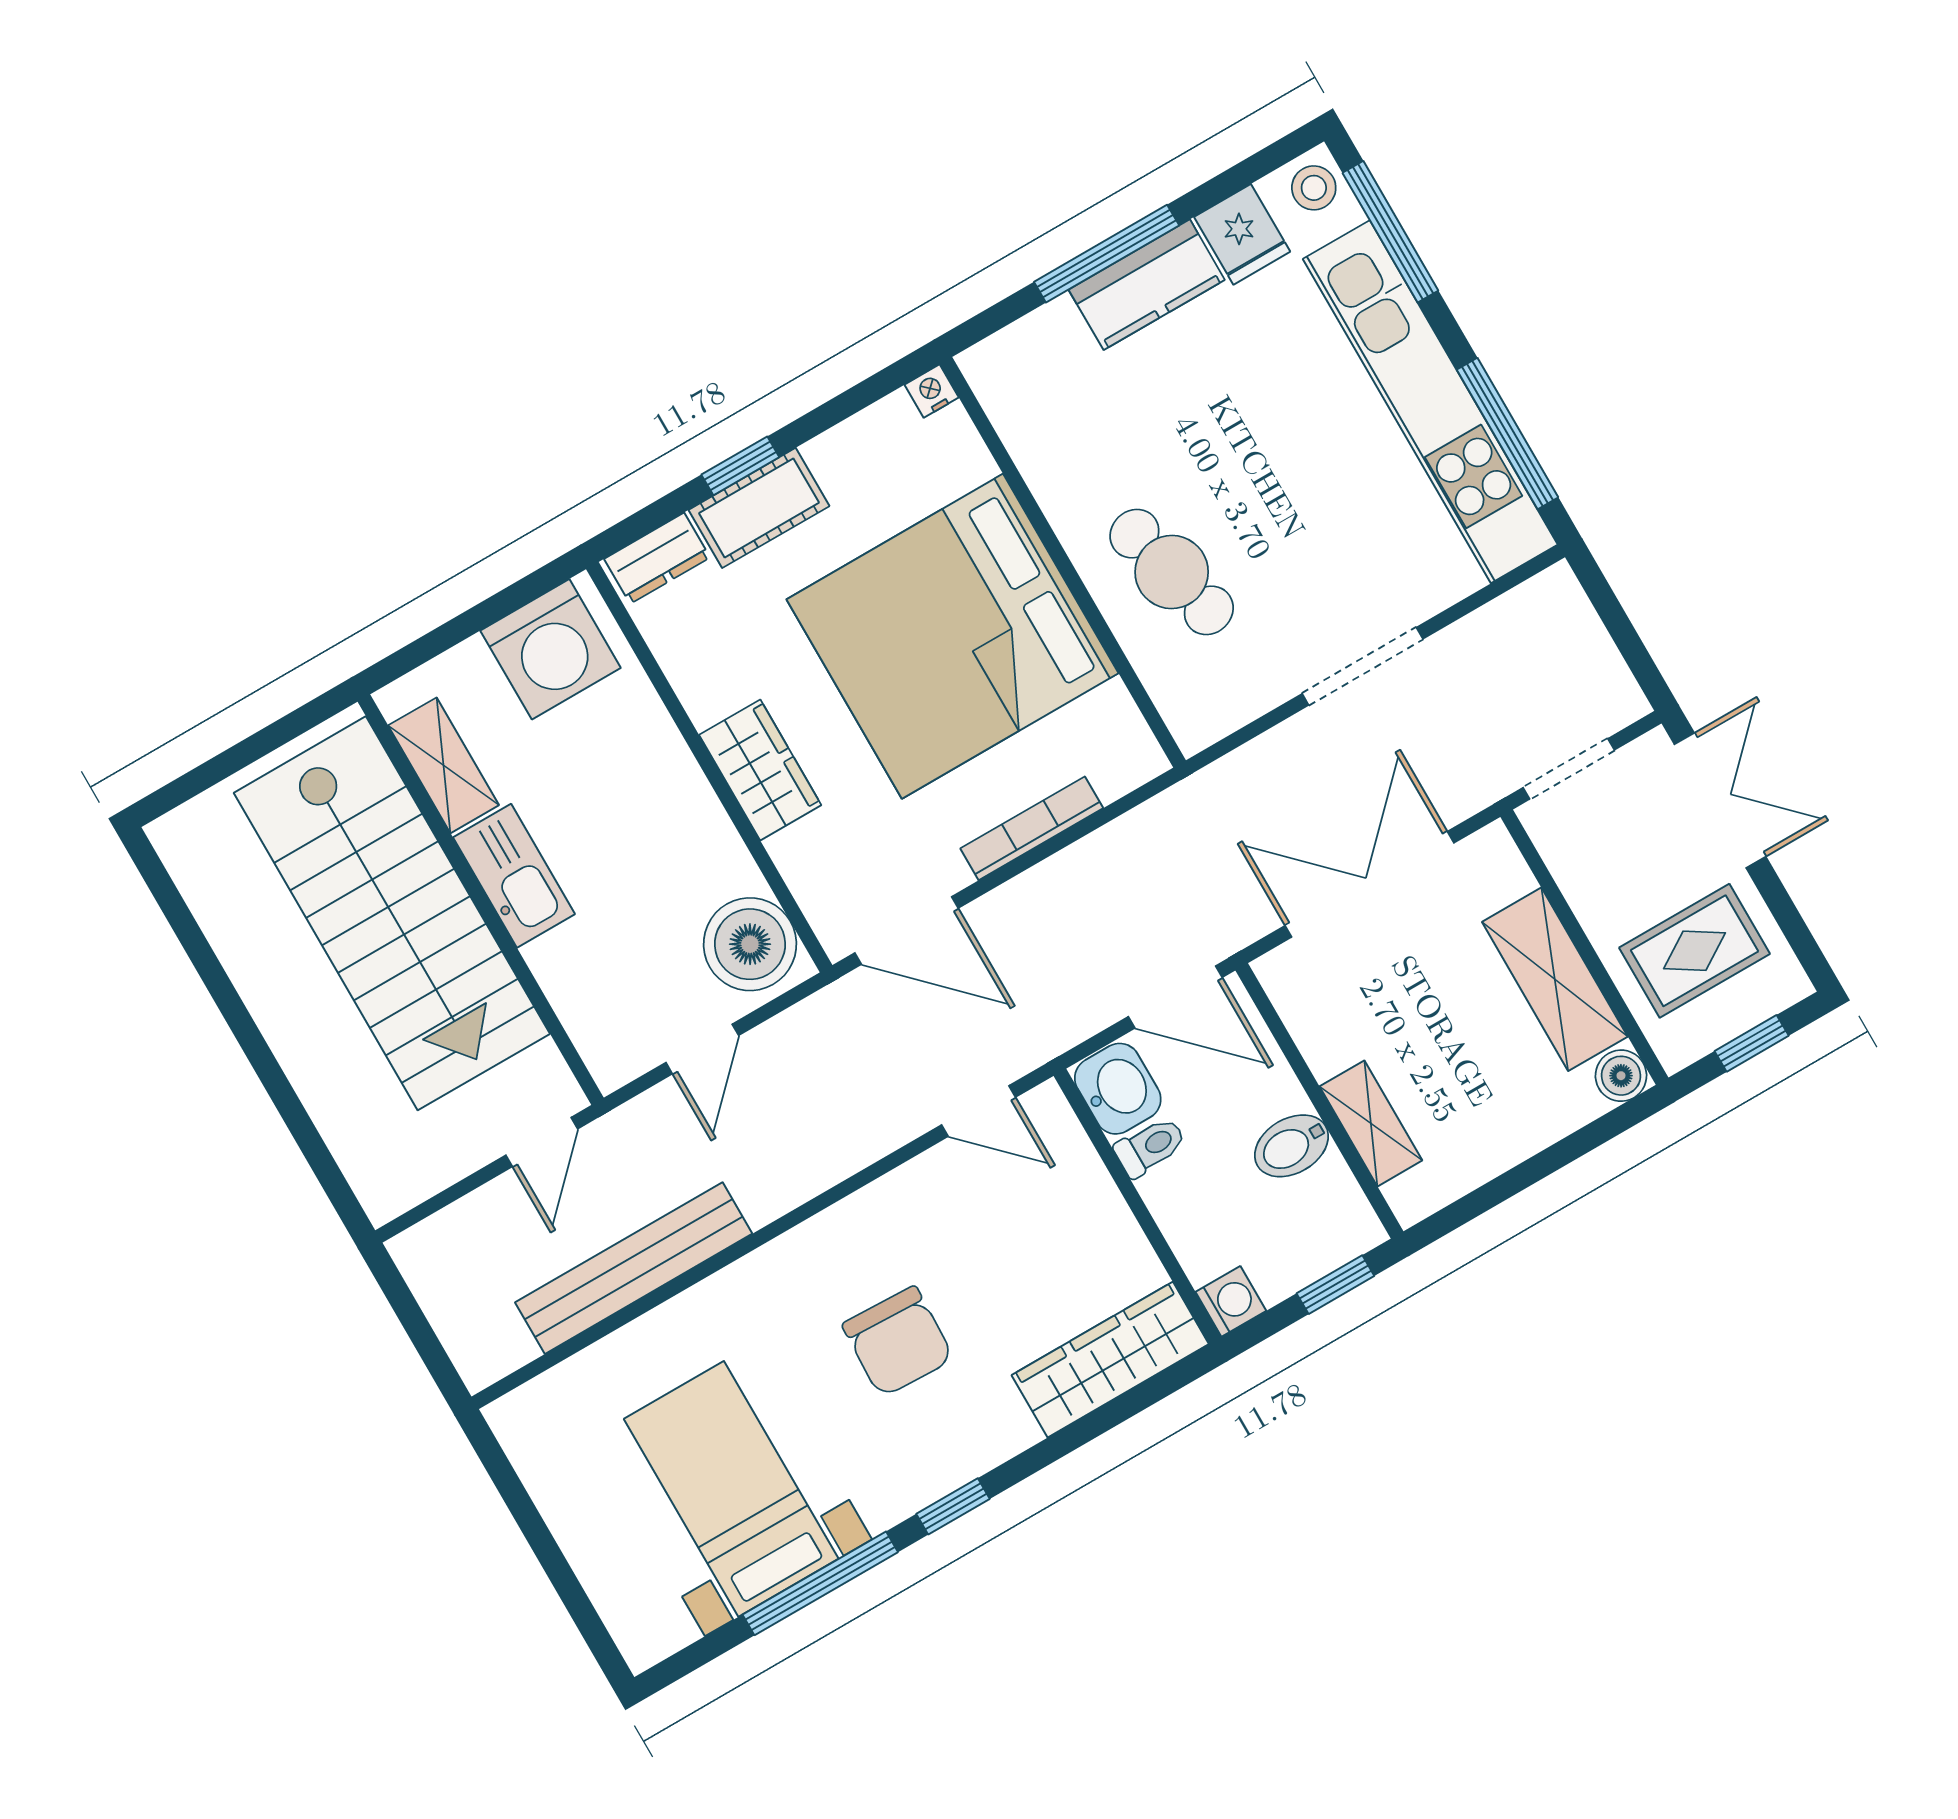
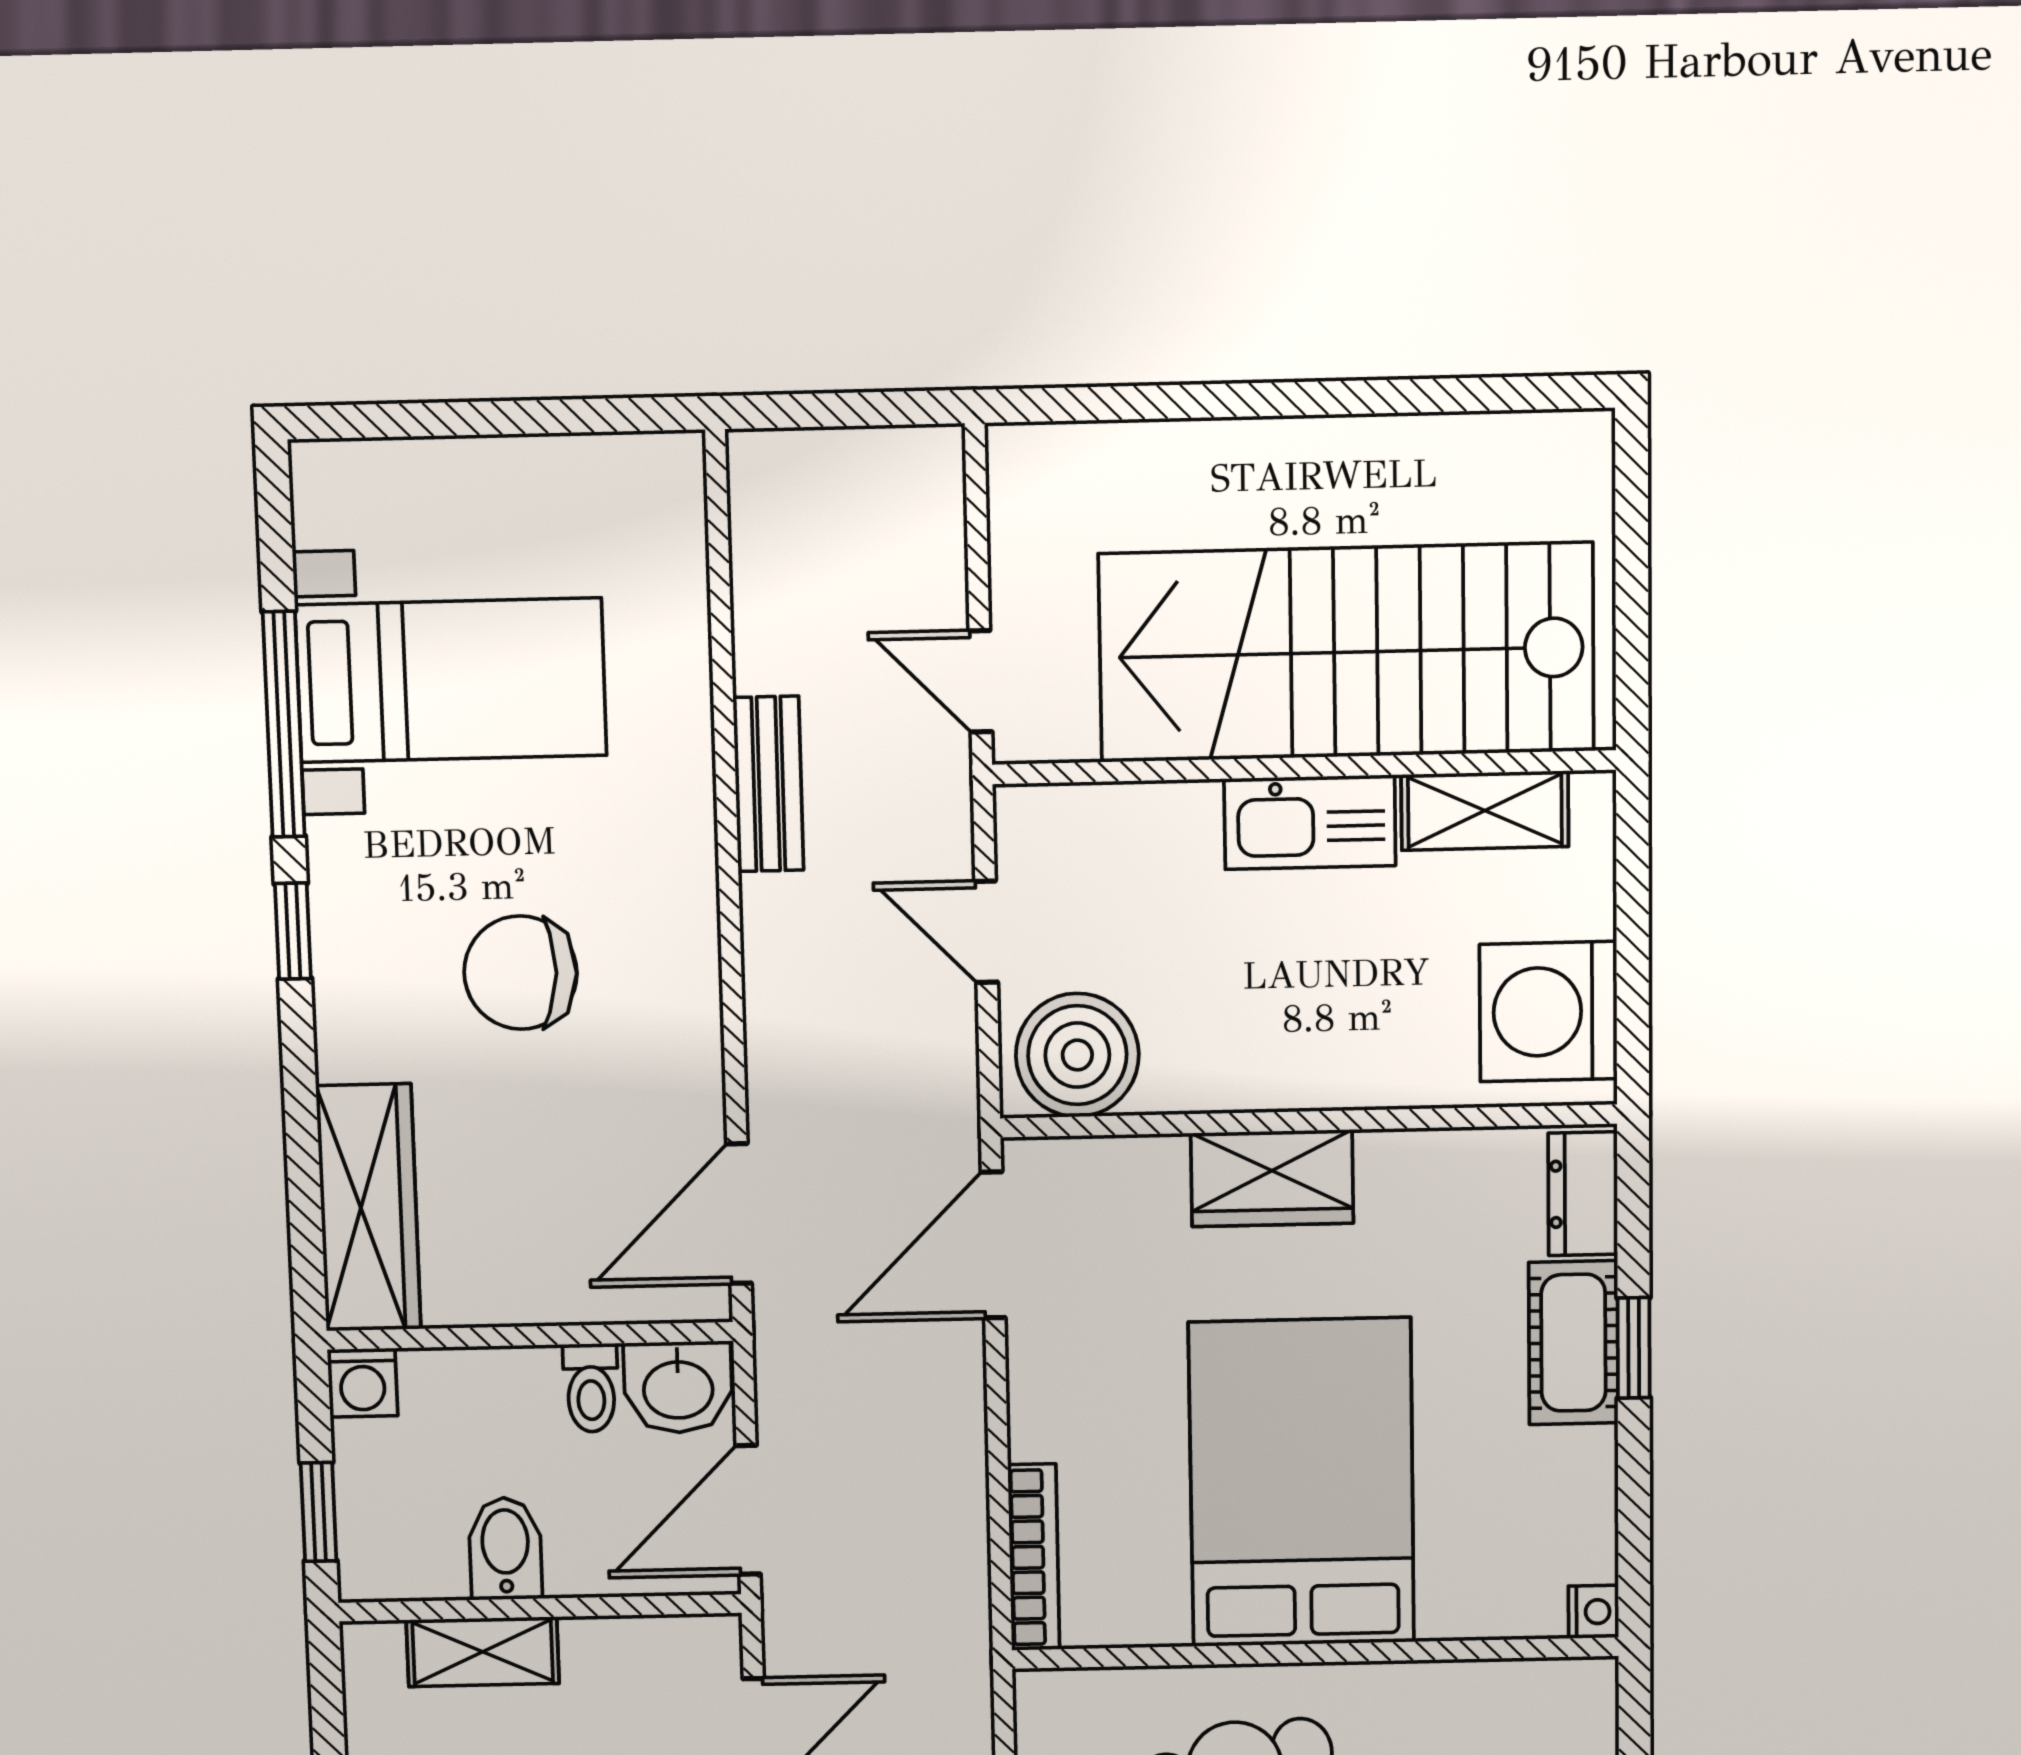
bed: (952, 636) -> (1302, 1483), width x0.73
bookcase: (1032, 828) -> (1034, 1557), moved
door: (979, 1111) -> (739, 1214), width x1.38
bench: (634, 1268) -> (768, 784), width x0.54, depth x0.82

